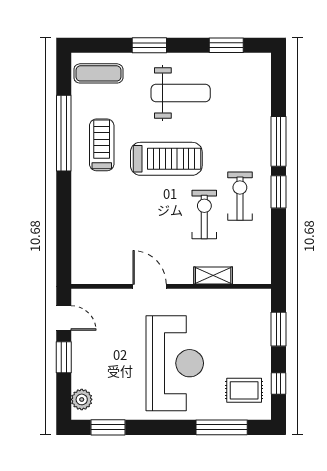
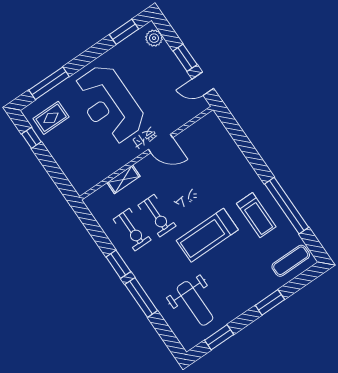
weight bench: (181, 93) -> (195, 303), moved, turned -90
exercise bike: (240, 196) -> (132, 230), moved
window: (279, 329) -> (56, 174), removed

